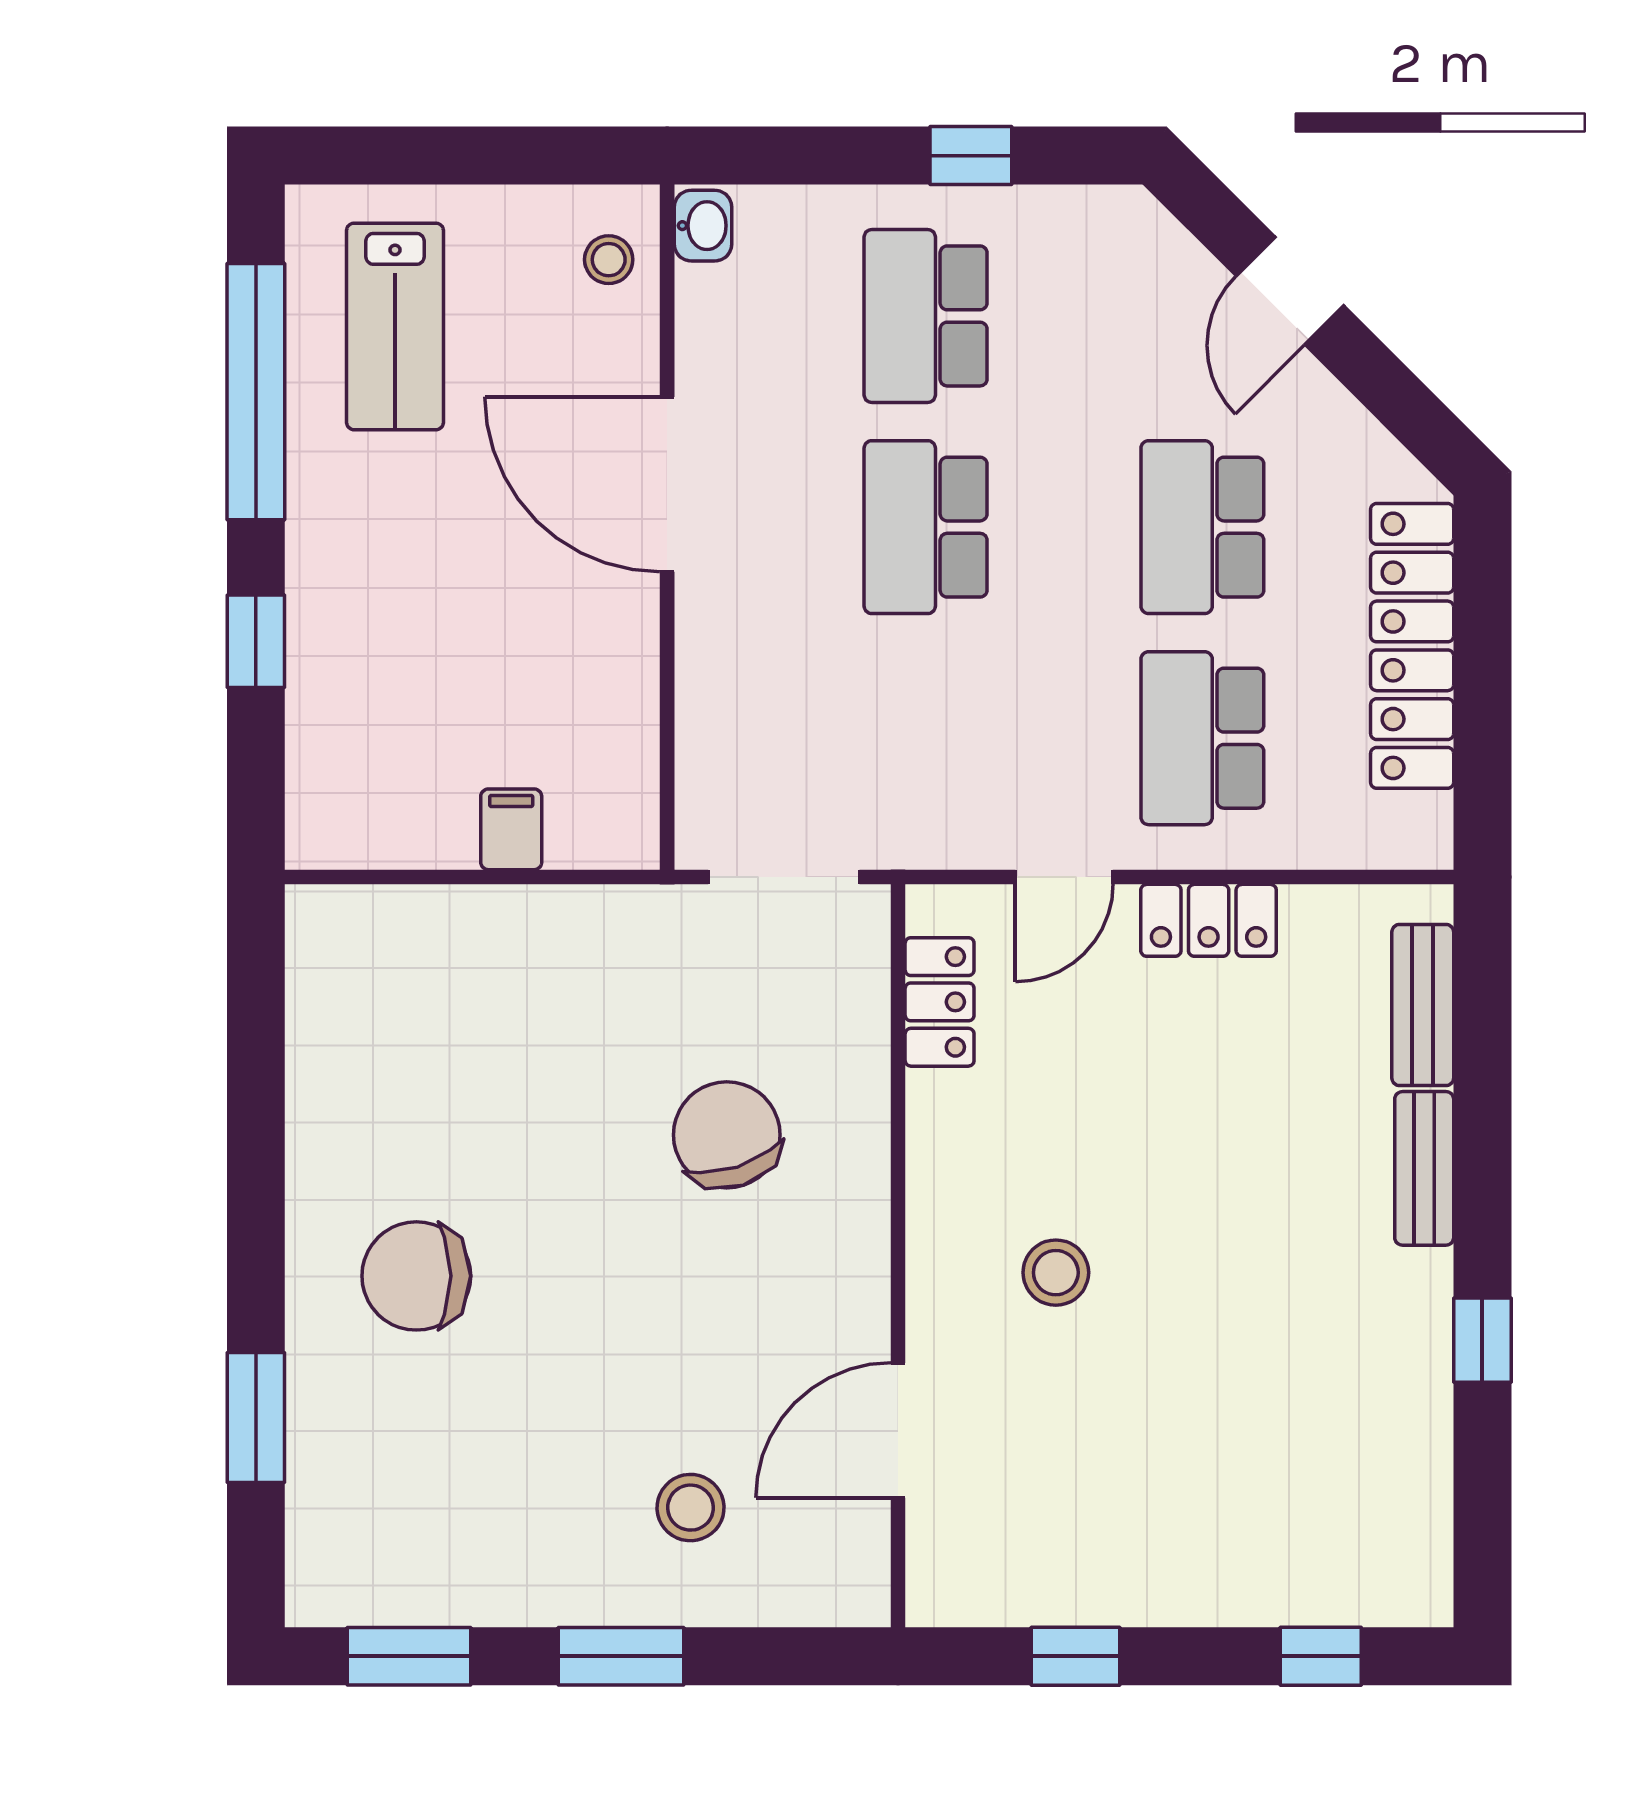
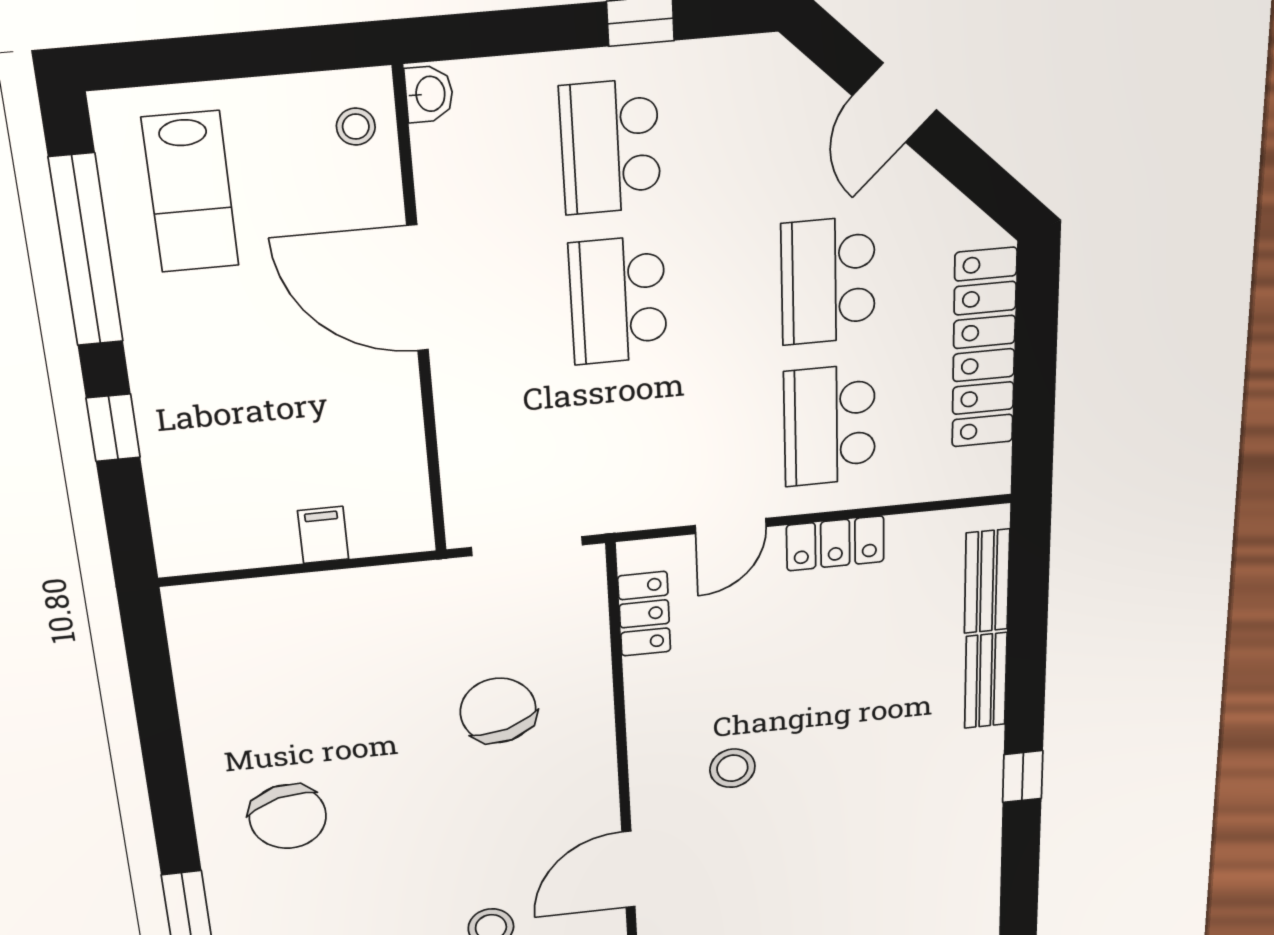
chair: (416, 1276) -> (288, 817), turned -106

